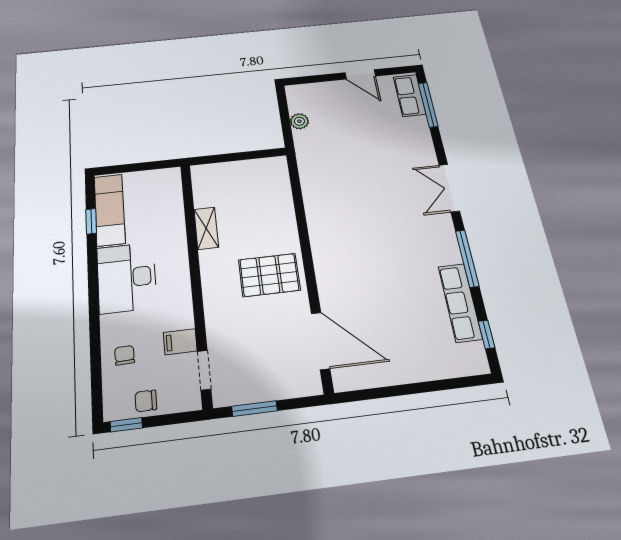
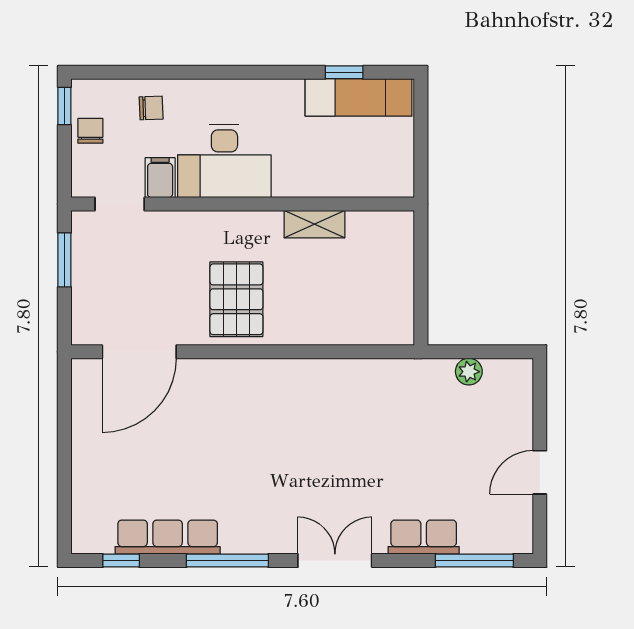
row of seats: (410, 96) -> (424, 537), moved
desk: (127, 278) -> (224, 161), moved, turned 180

